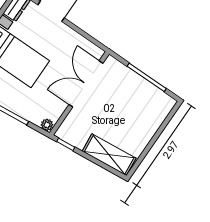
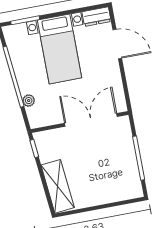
plant: (47, 125) -> (29, 101), moved

